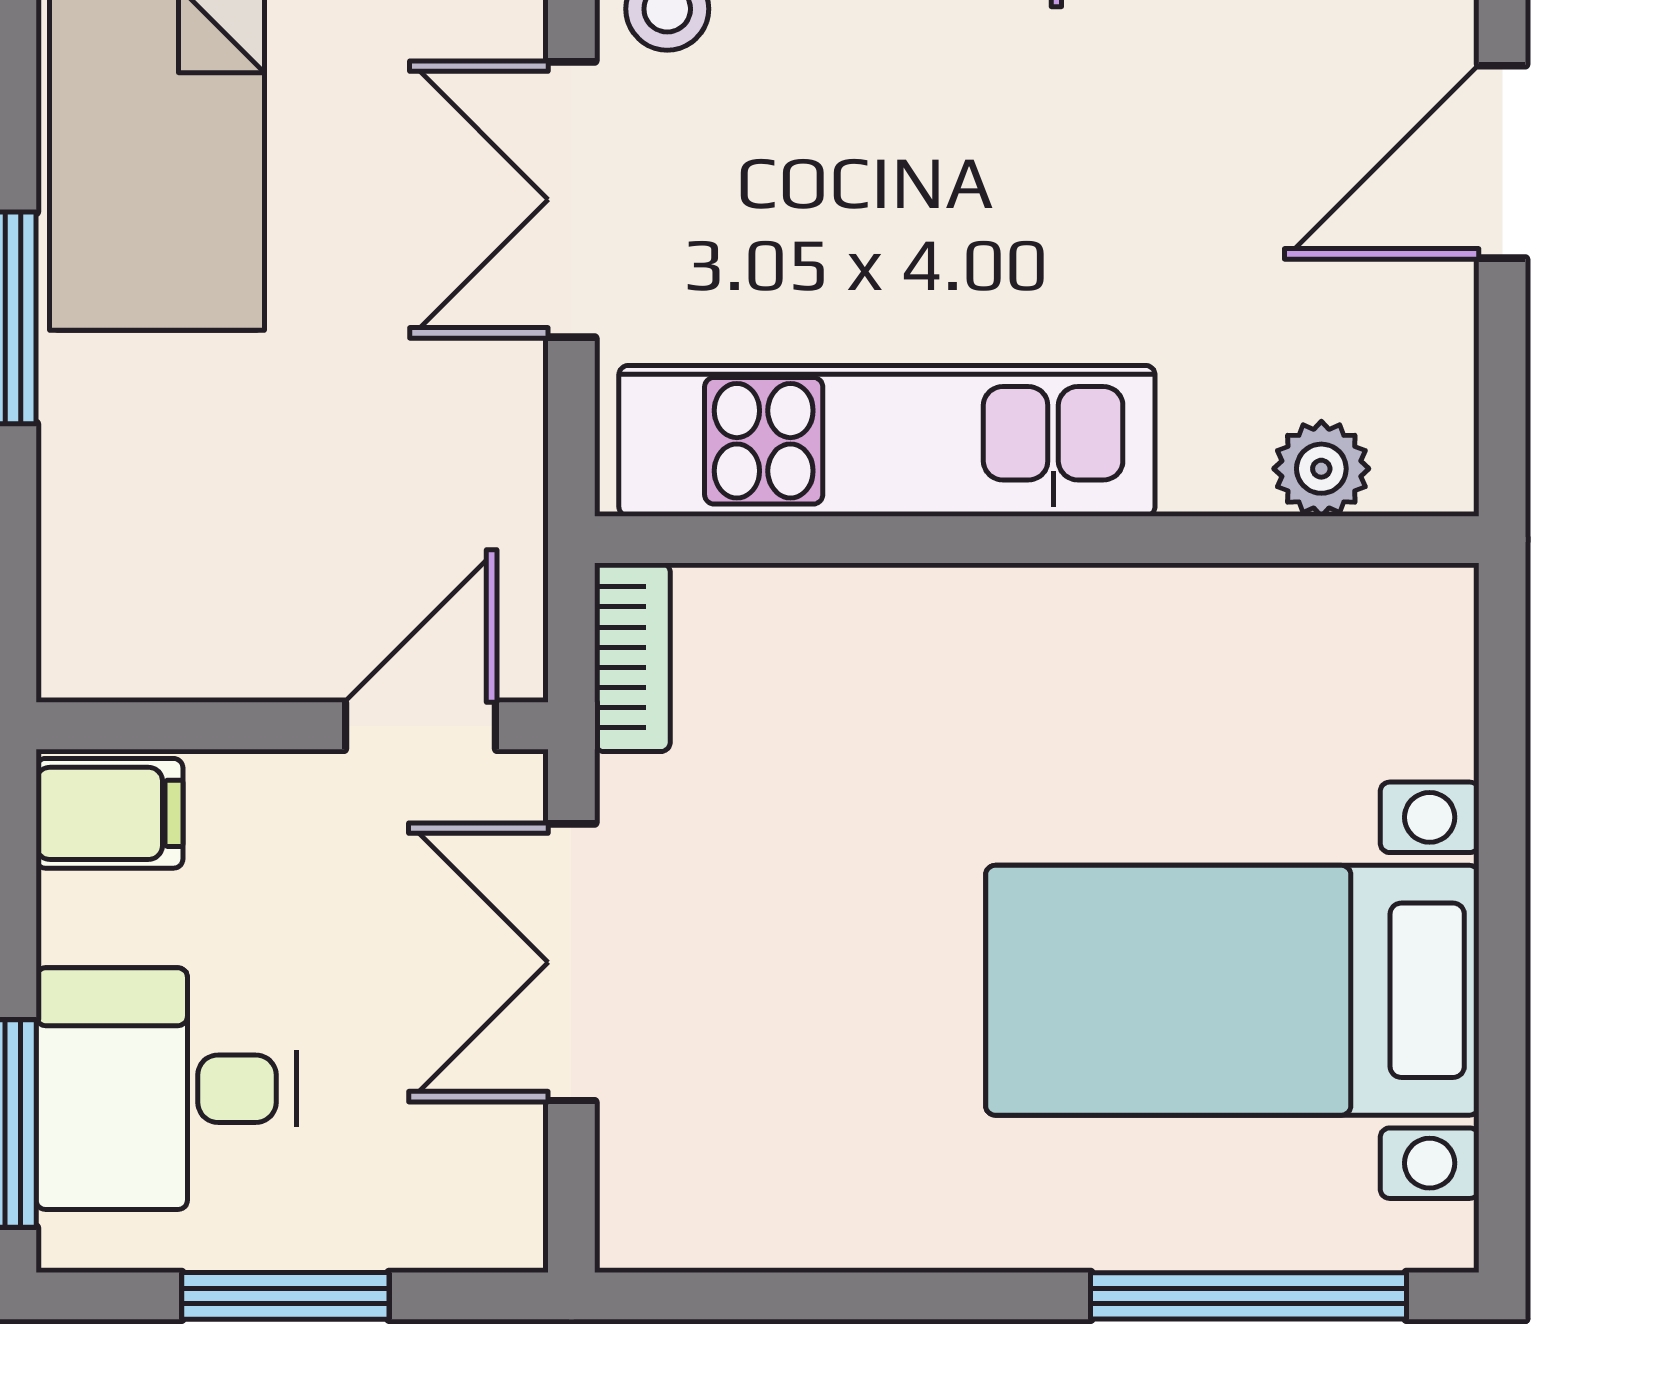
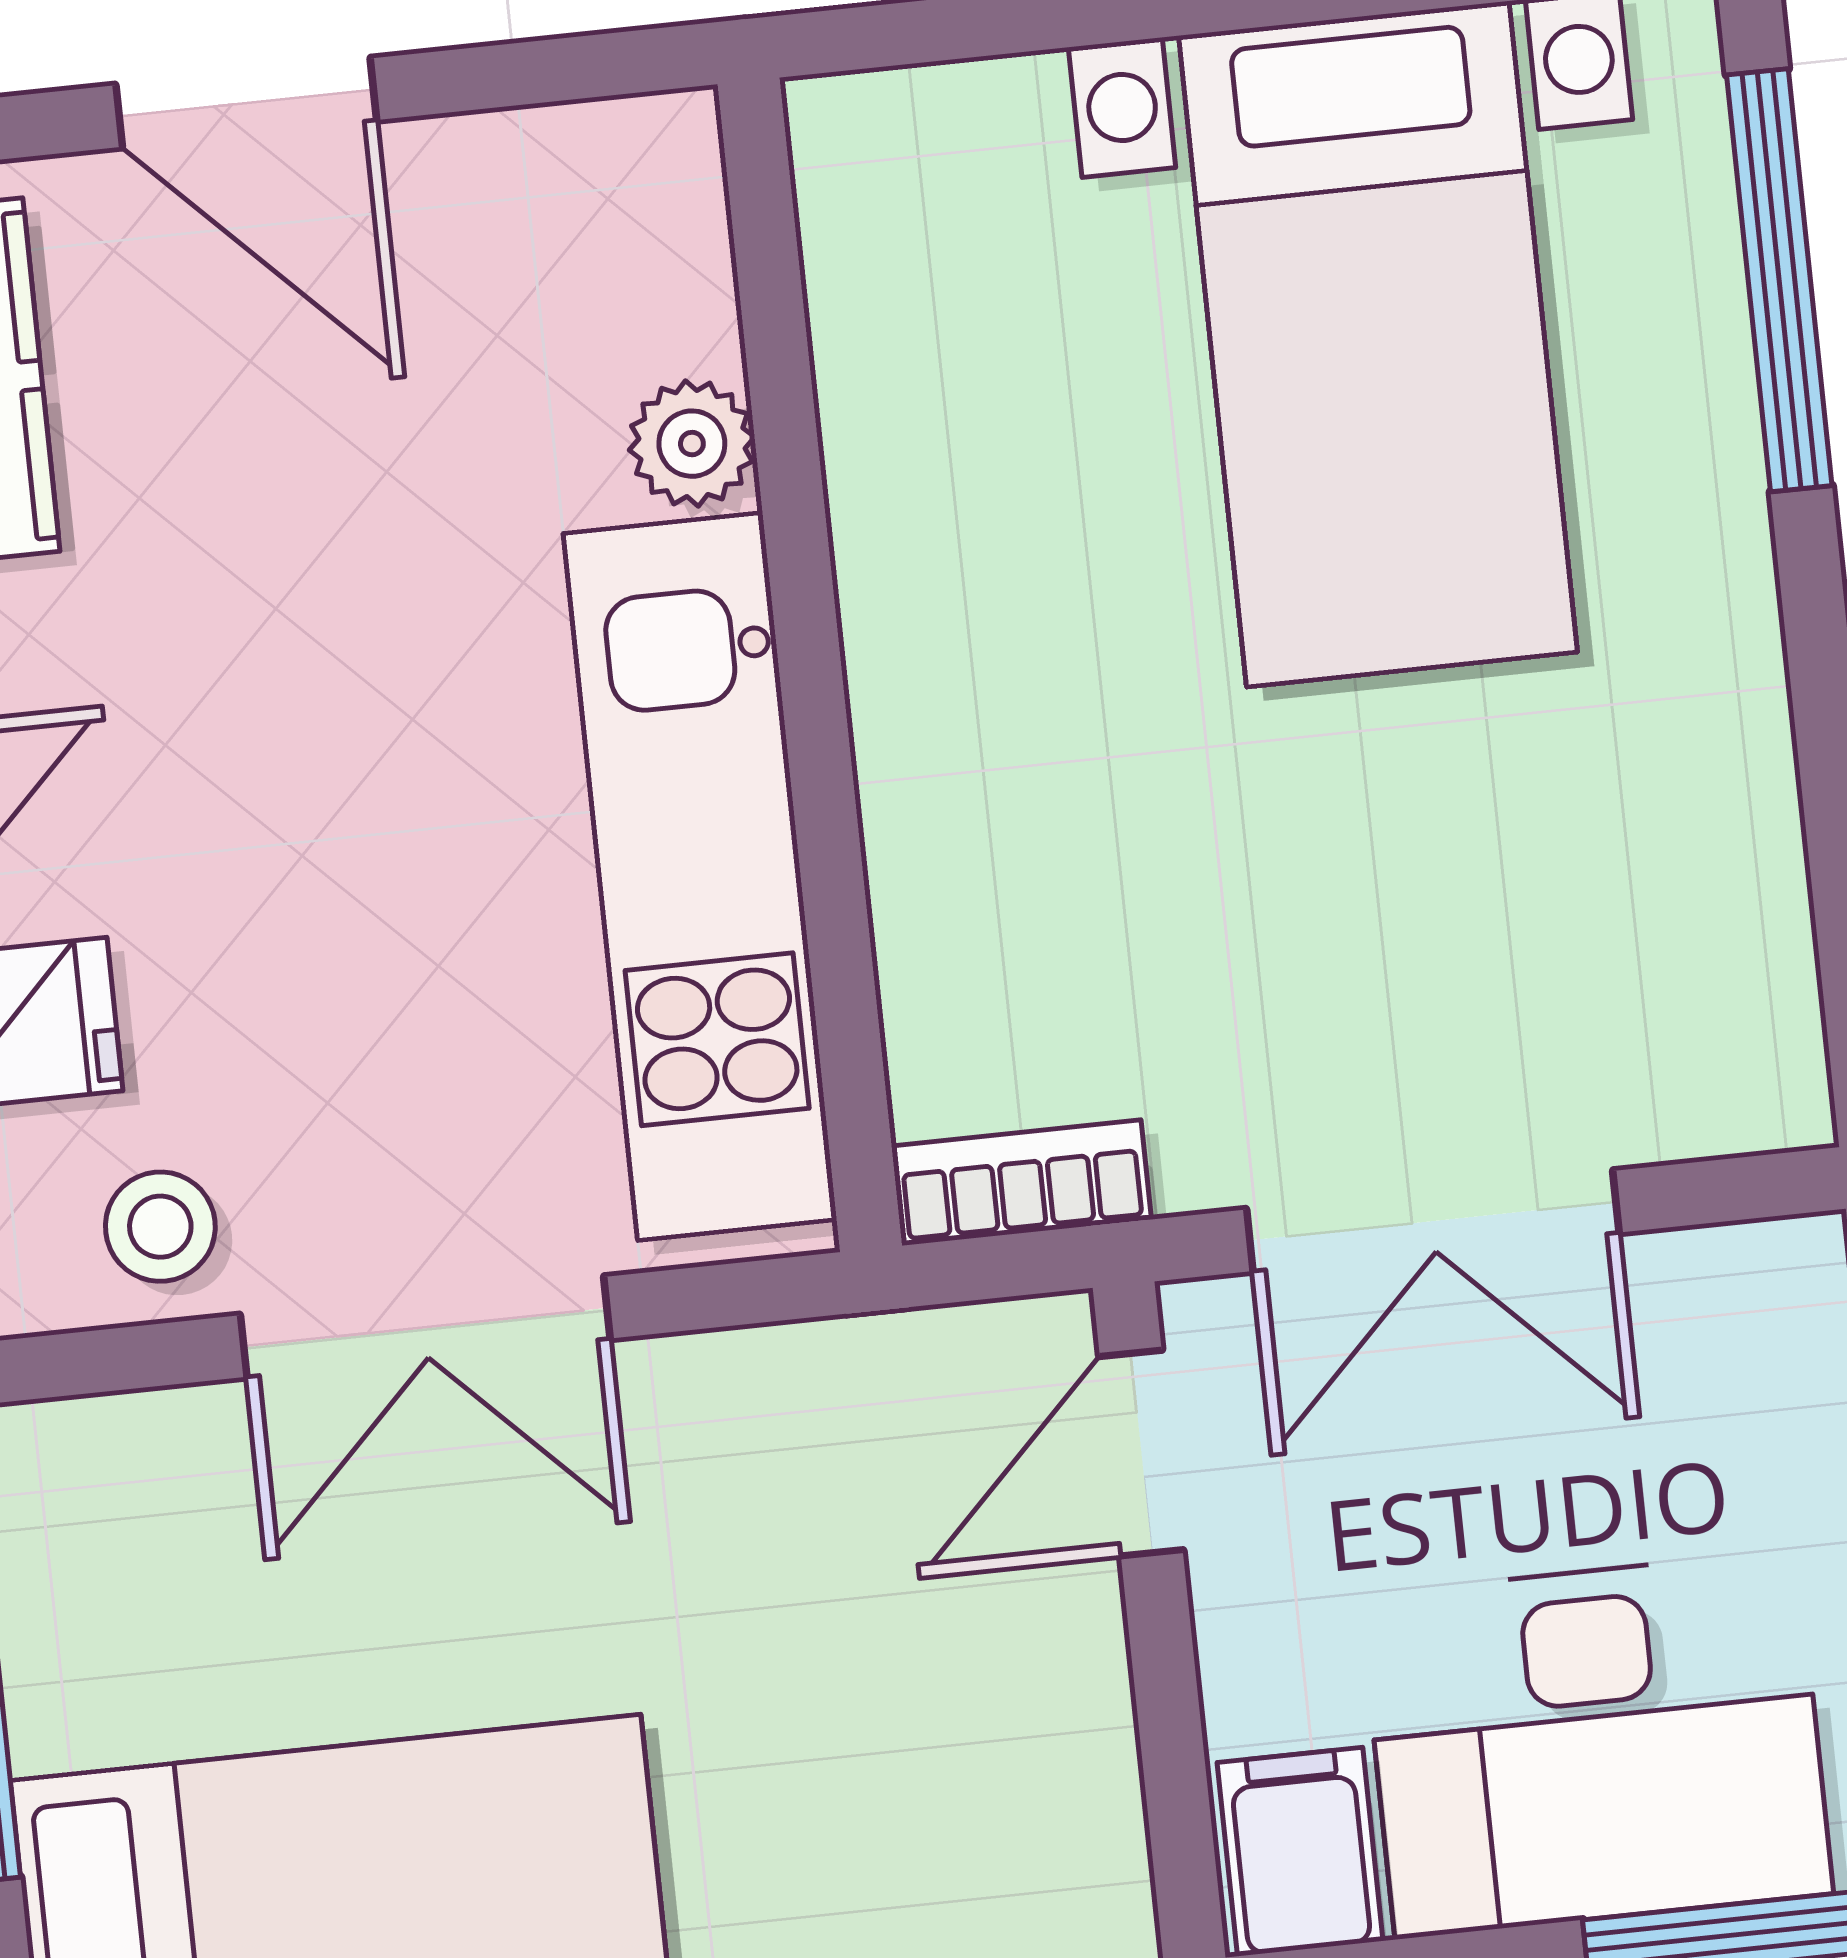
plant: (1321, 469) -> (692, 444), moved
door: (420, 726) -> (1141, 1453), hinge flipped
desk: (166, 1089) -> (1596, 1744), width x1.37

